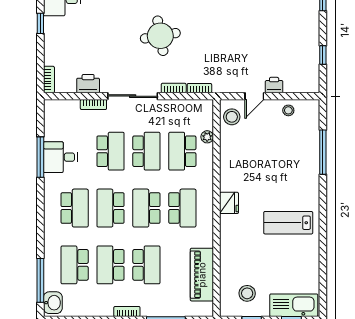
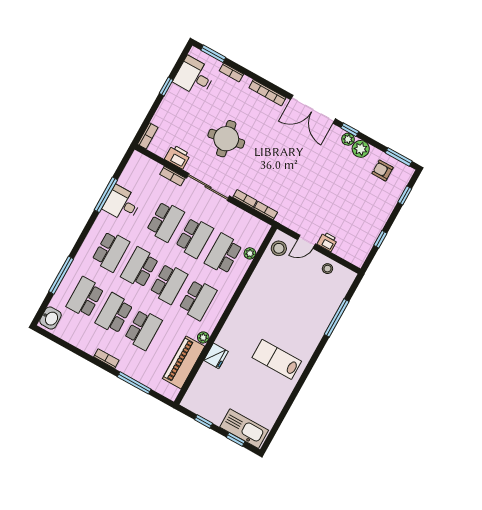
round table: (160, 36) -> (226, 139), moved
fridge: (229, 203) -> (216, 356), moved
school desk: (146, 208) -> (169, 284), turned 180
plant: (207, 241) -> (203, 337), added
window: (40, 280) -> (61, 275), moved
stool: (247, 293) -> (212, 398), removed

